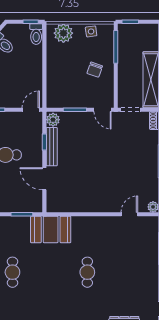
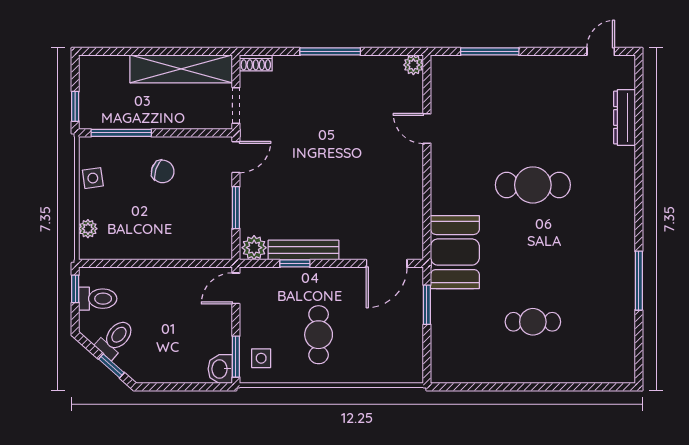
plant: (63, 33) -> (88, 229), width x0.53, depth x0.53
toilet: (36, 34) -> (98, 299), moved
door: (31, 110) -> (236, 288), hinge flipped
door: (44, 179) -> (387, 263), moved
door: (129, 214) -> (427, 128), moved
cafe table: (87, 272) -> (533, 185), width x1.37, depth x1.35

